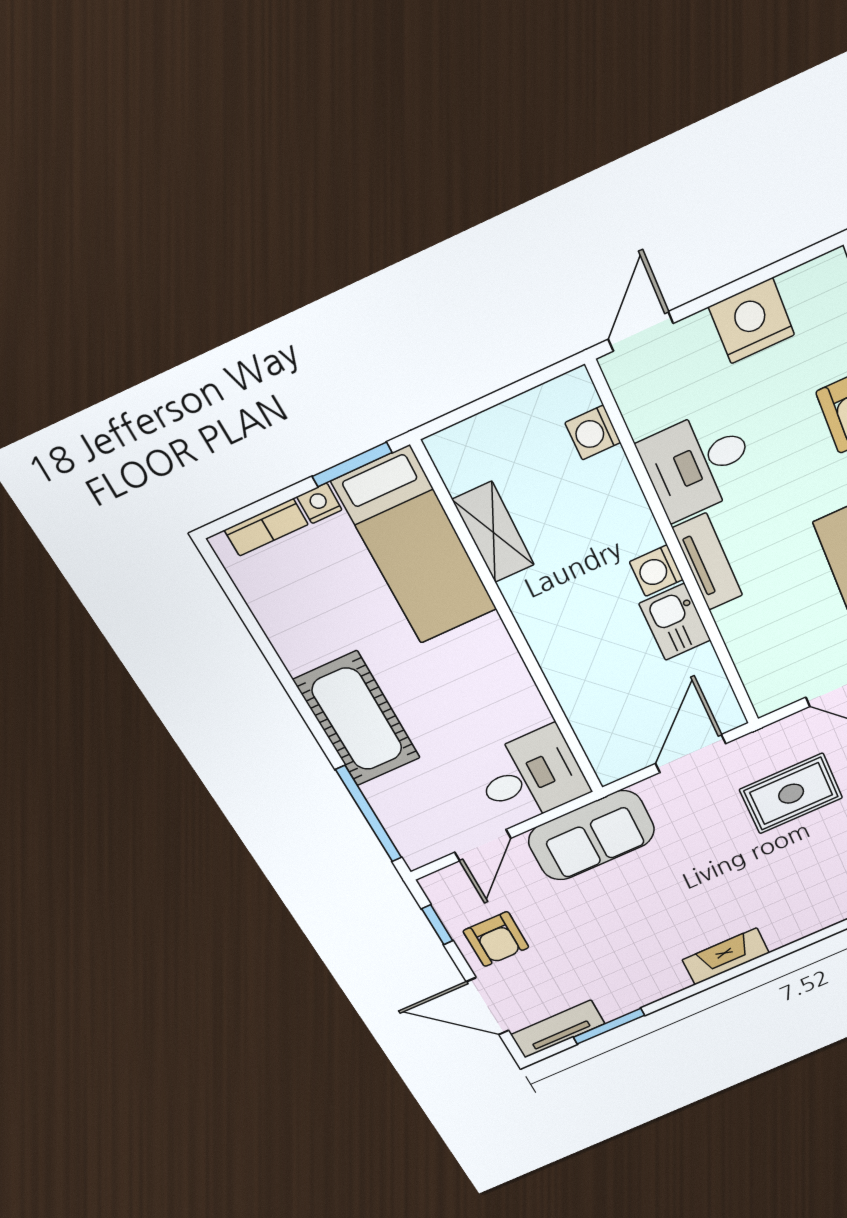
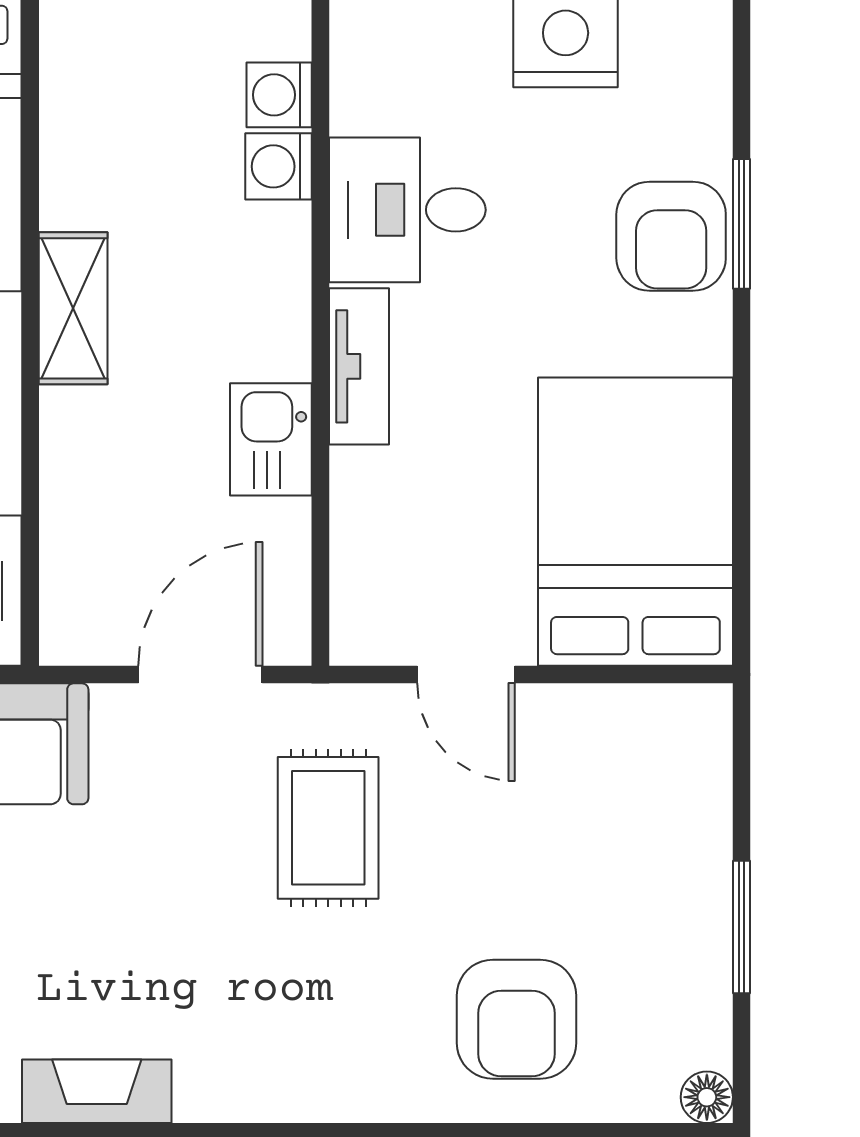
shelving: (493, 532) -> (73, 308), moved
washing machine: (656, 571) -> (279, 166), moved
rug: (791, 794) -> (328, 828), turned 90

